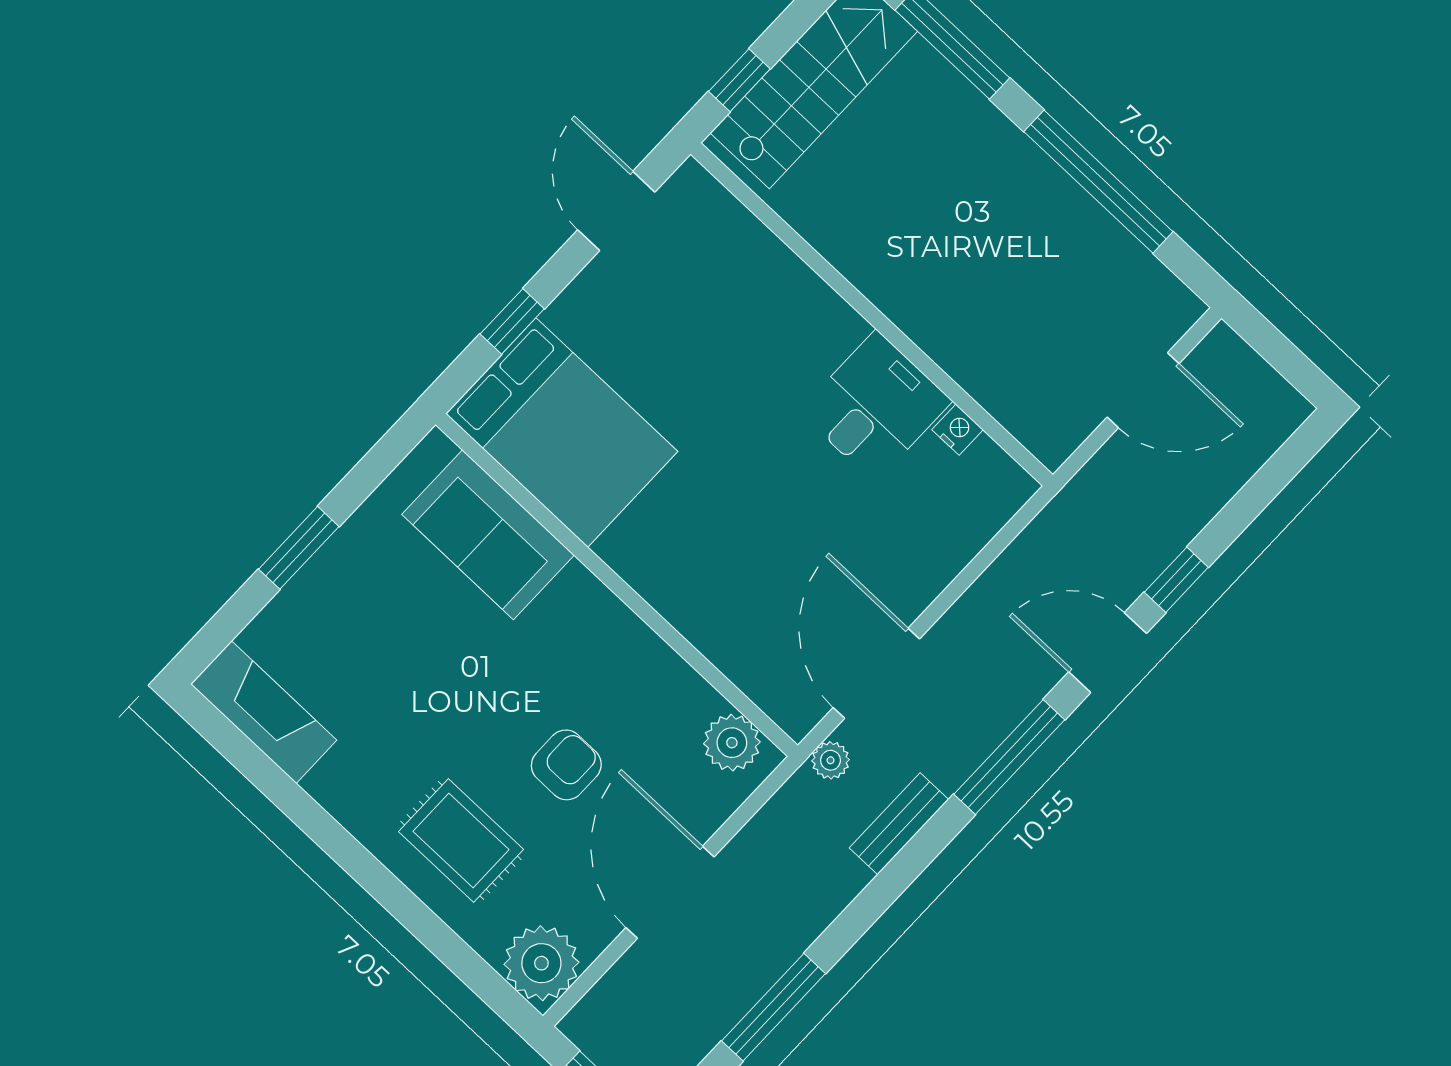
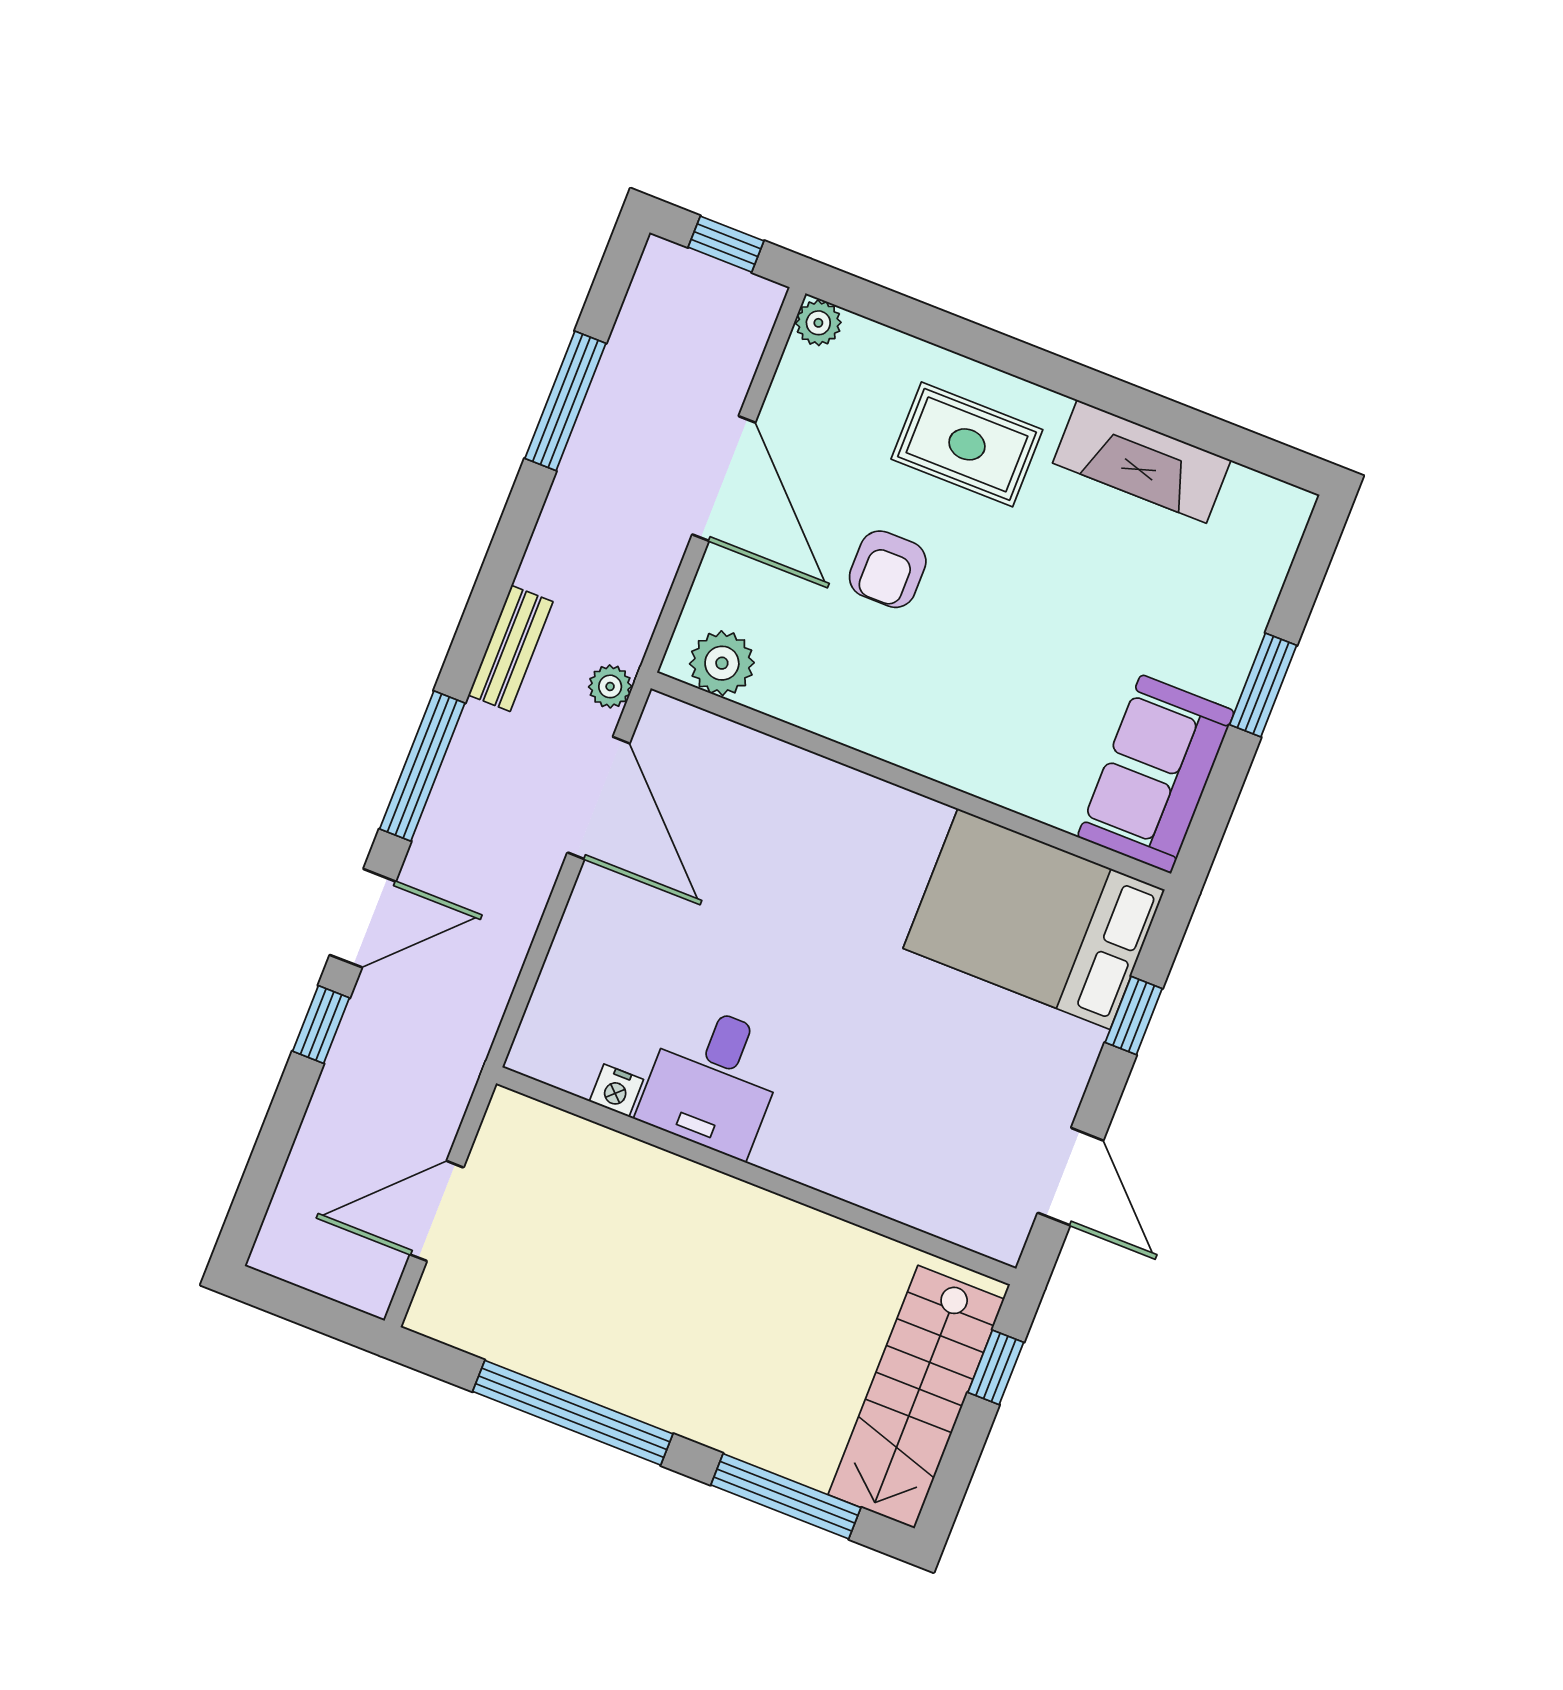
sofa: (488, 535) -> (1156, 774), moved, turned -90
fireplace: (264, 712) -> (1142, 462), moved
plant: (541, 963) -> (818, 323), width x0.53, depth x0.53

